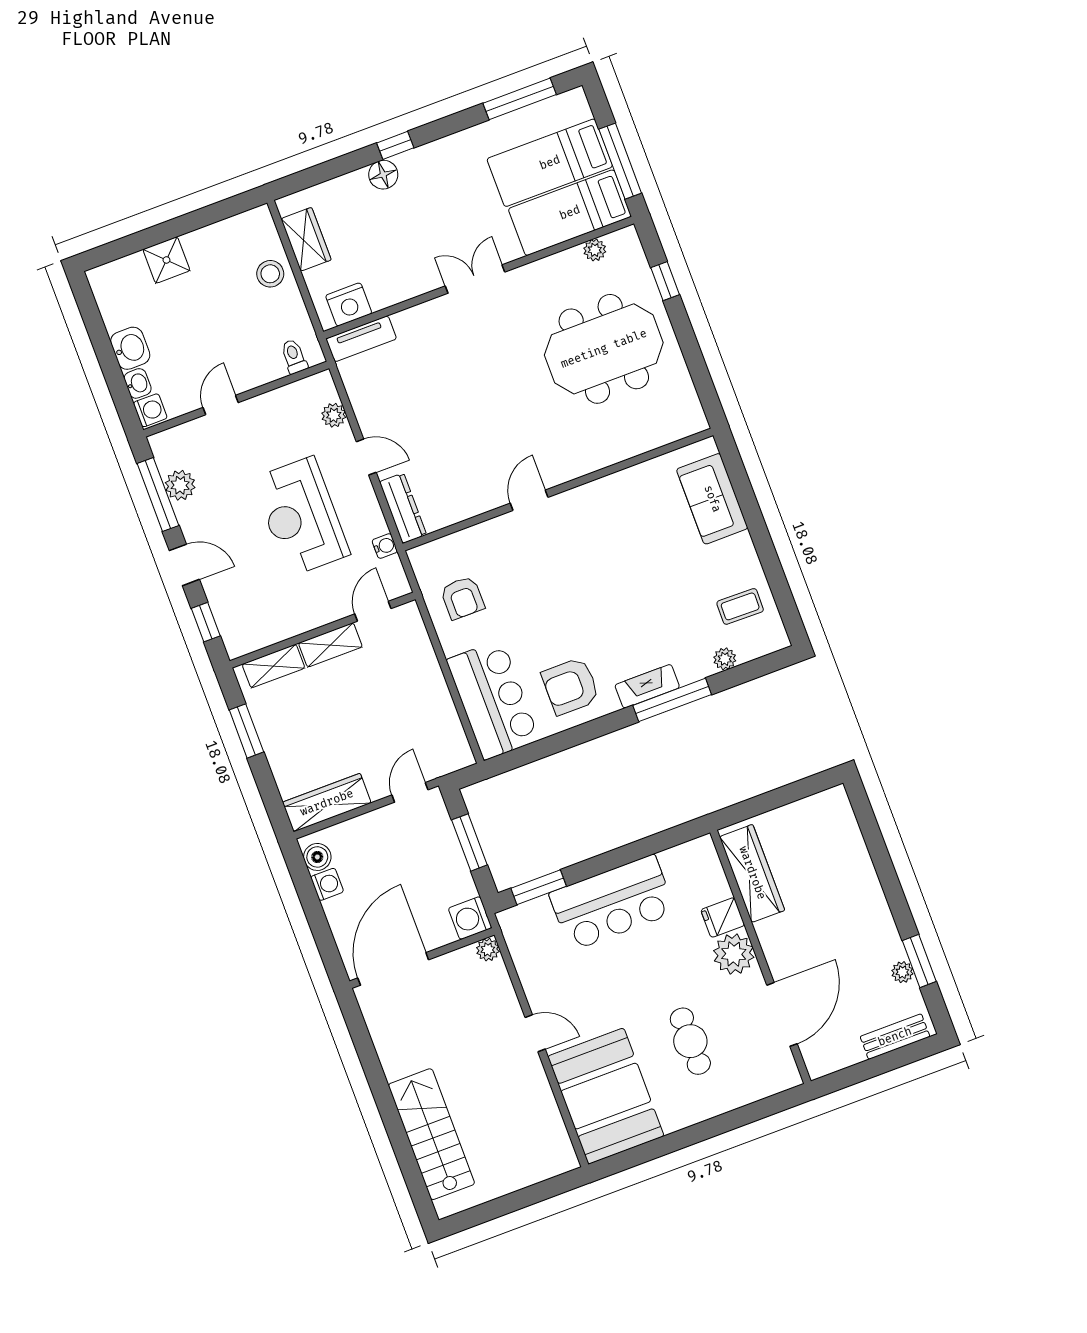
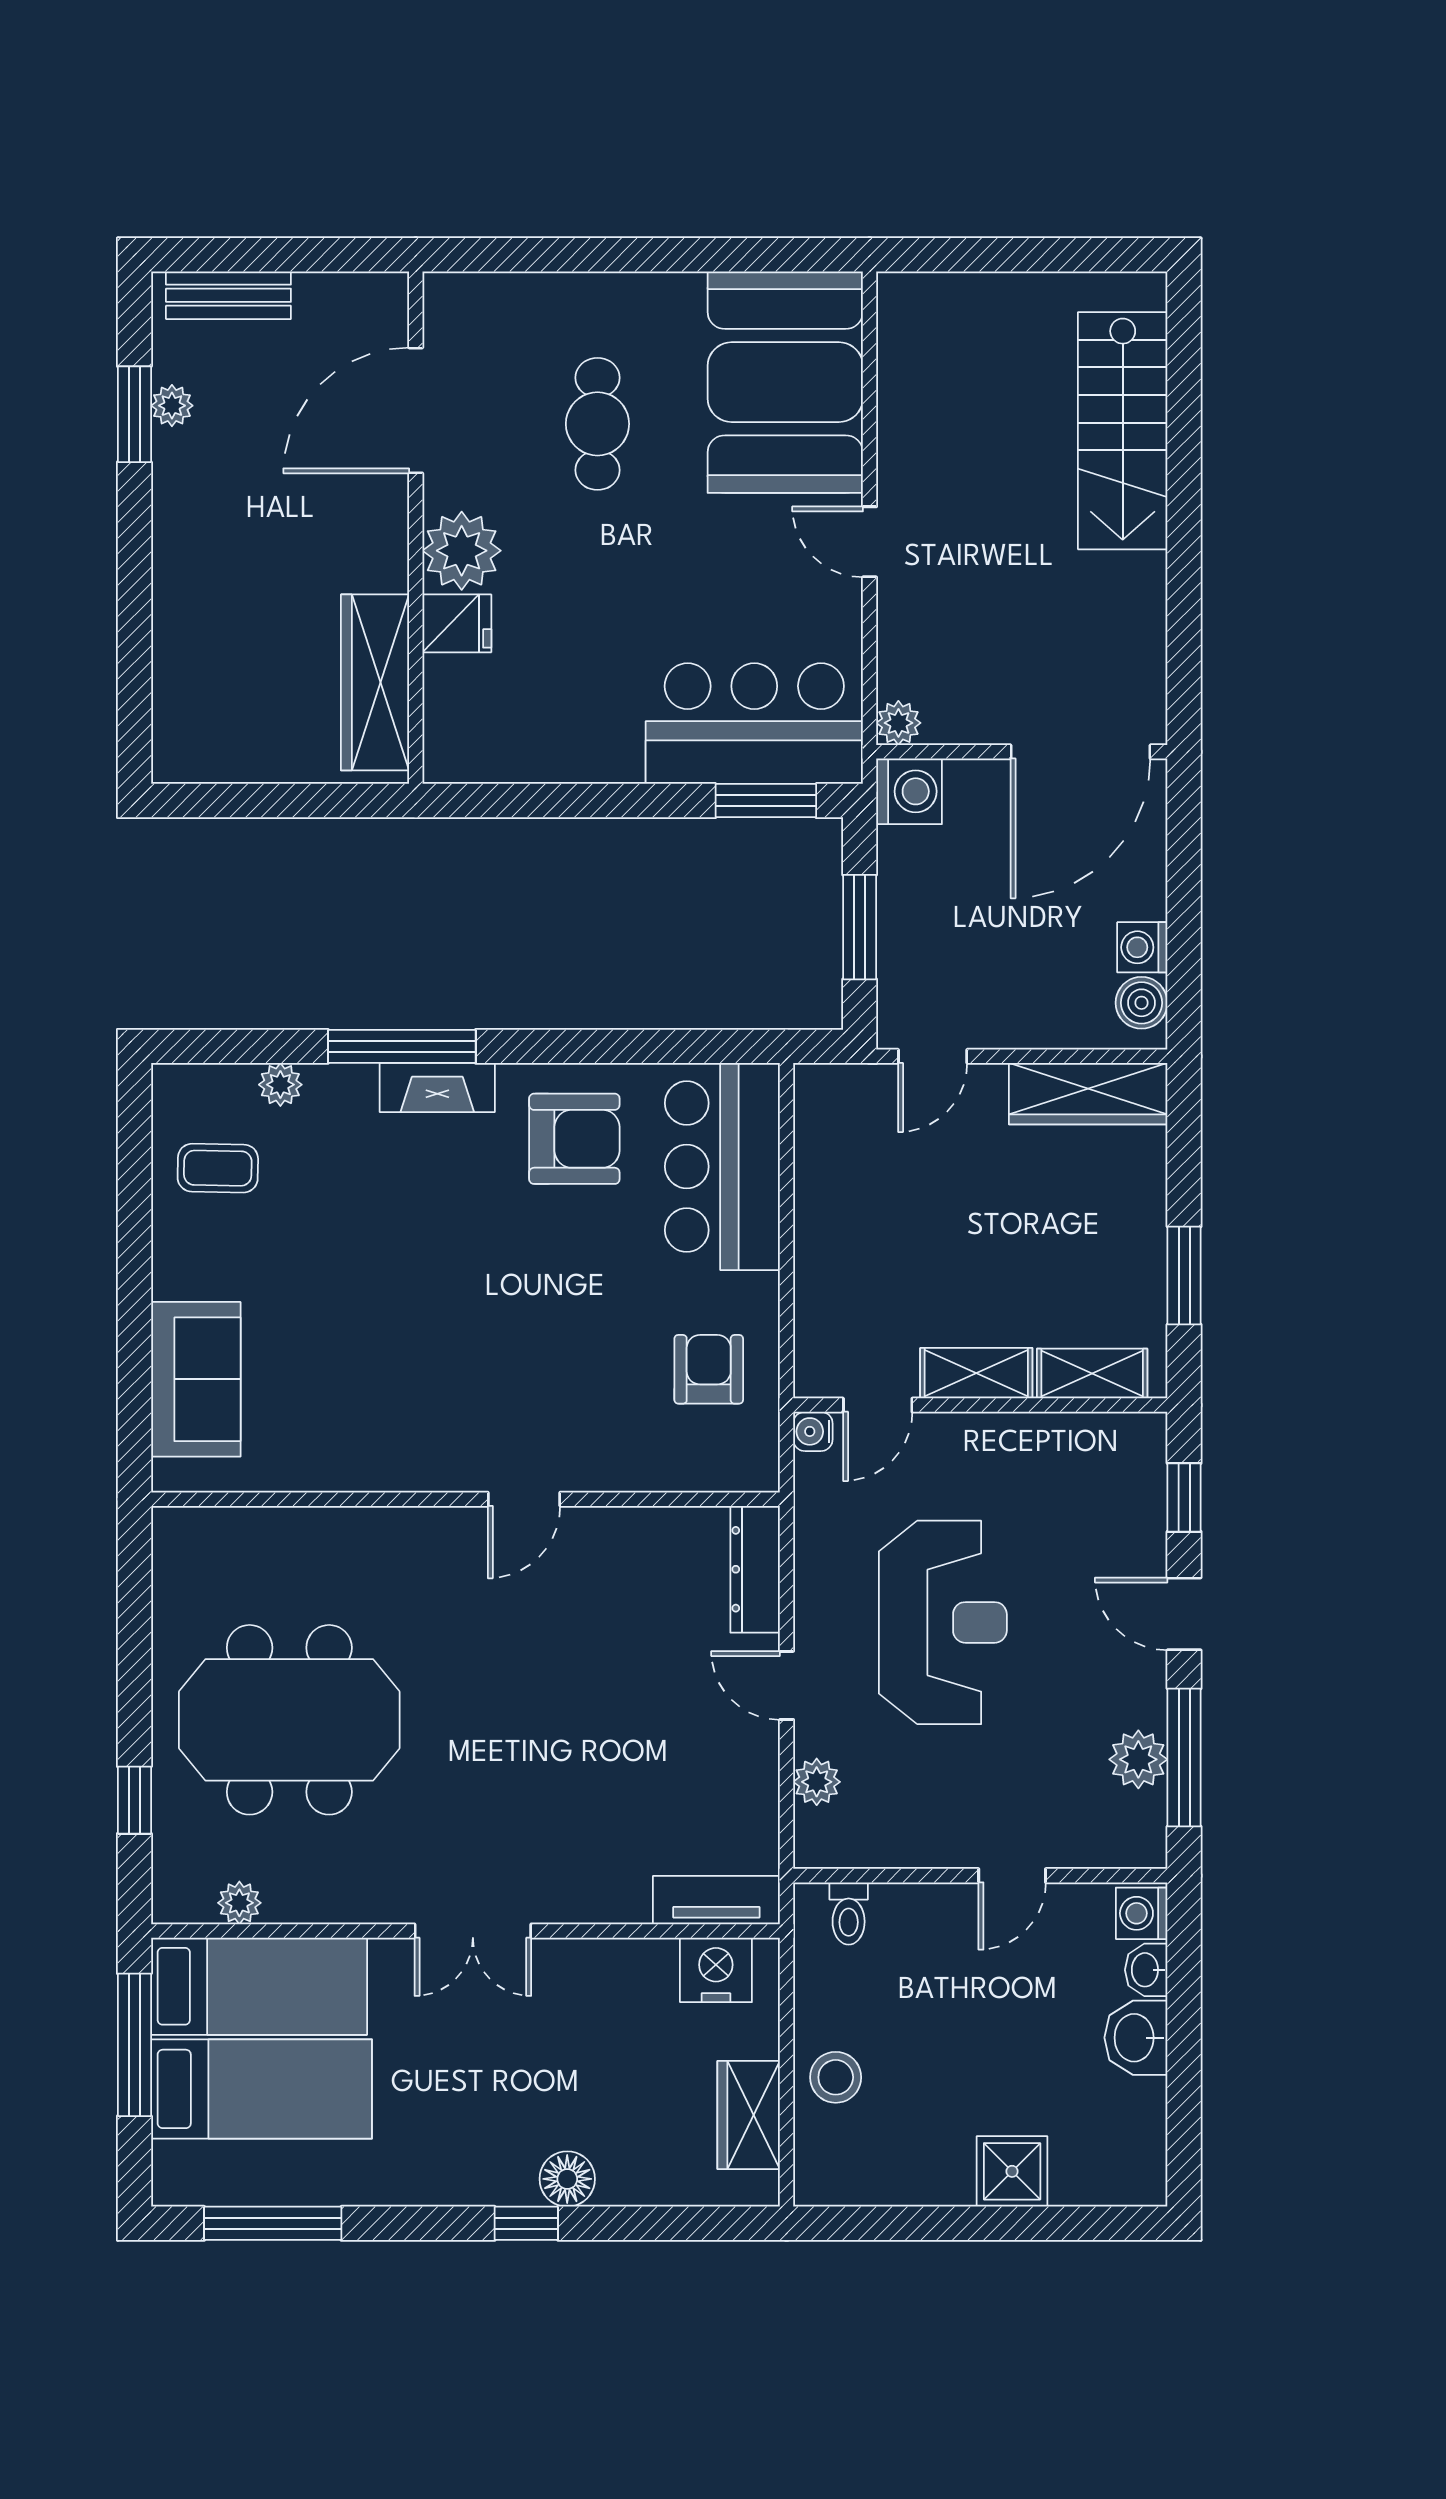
water cooler: (385, 546) -> (813, 1431), moved
bar counter: (612, 903) -> (754, 724), moved

